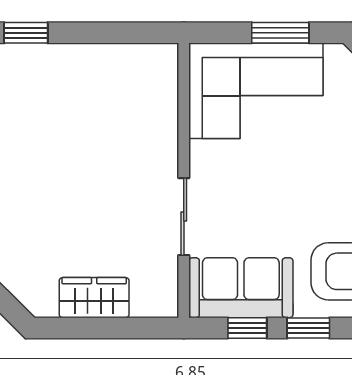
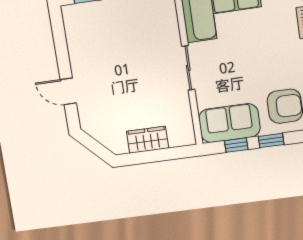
sliding door: (184, 217) -> (188, 68), moved

